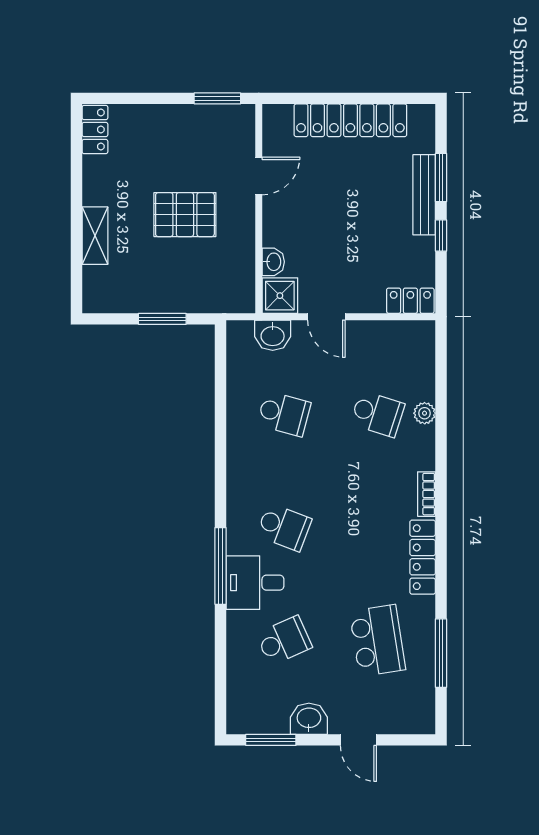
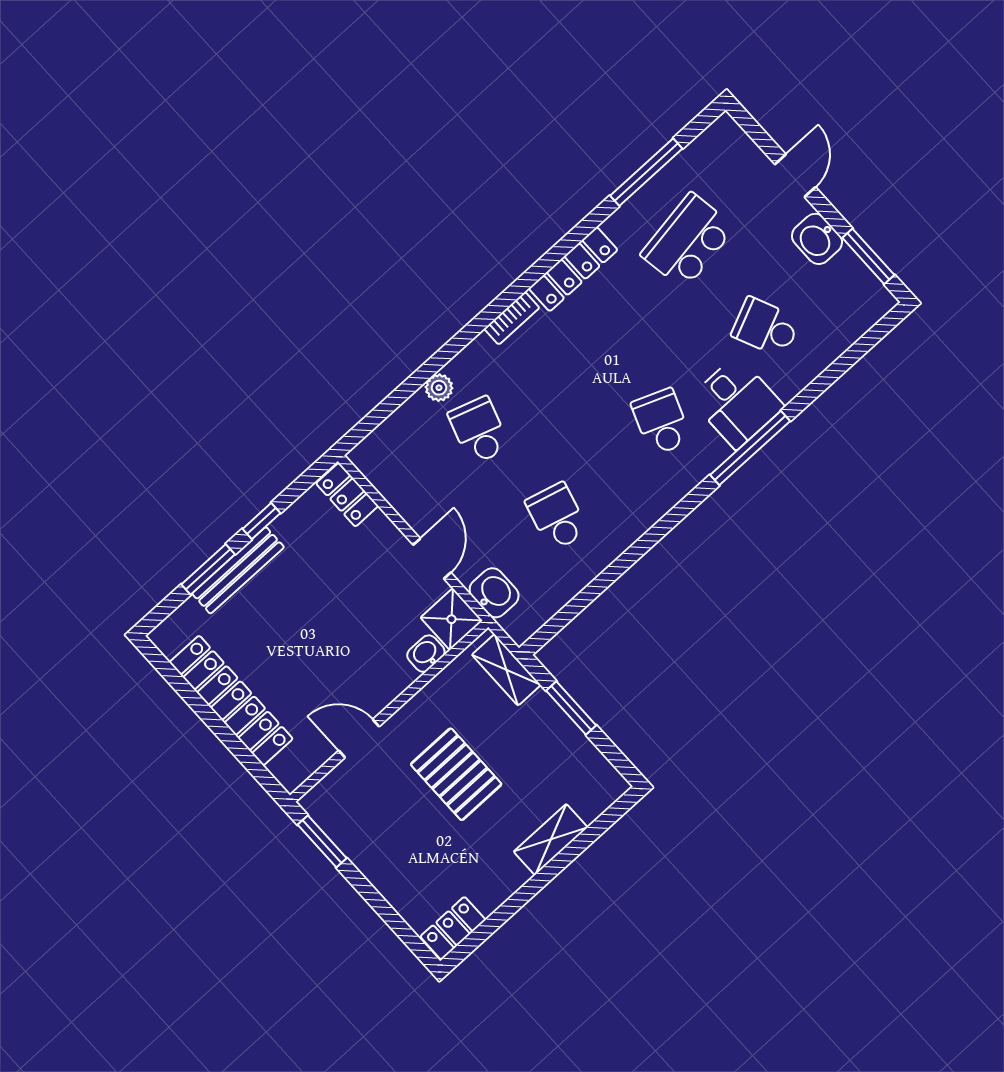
shelving: (220, 301) -> (506, 670), added

